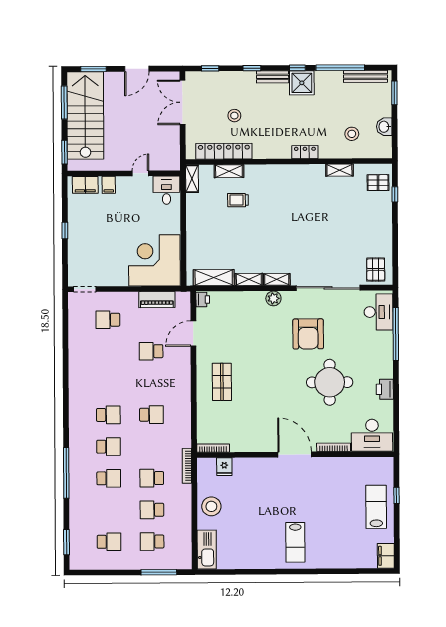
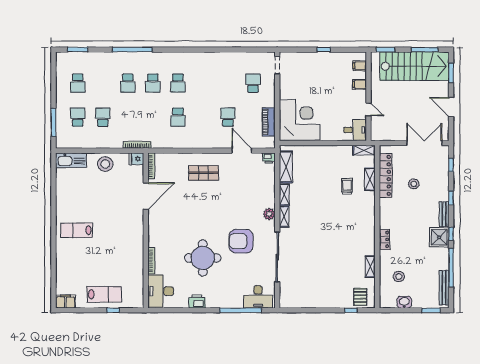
filing cabinet: (85, 185) -> (360, 66), width x0.50
pallet: (376, 270) -> (292, 295), removed
door: (295, 455) -> (146, 196), moved
fridge: (224, 467) -> (137, 159), moved
school desk: (152, 478) -> (128, 117), removed

